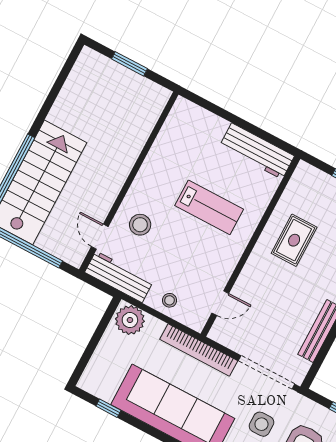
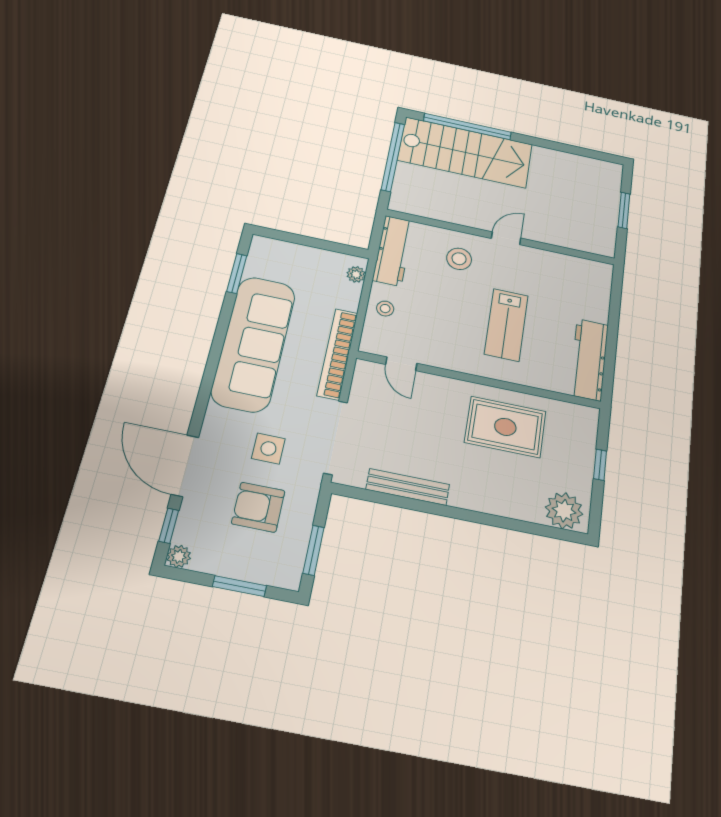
door: (100, 237) -> (506, 238), moved
rug: (294, 240) -> (505, 427), width x1.36, depth x1.43
plant: (130, 320) -> (356, 274), width x0.53, depth x0.53
window: (108, 408) -> (237, 274), width x1.50

